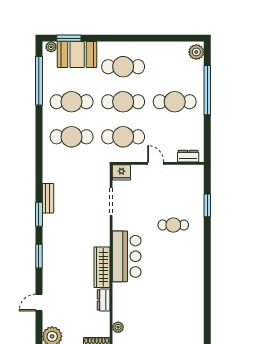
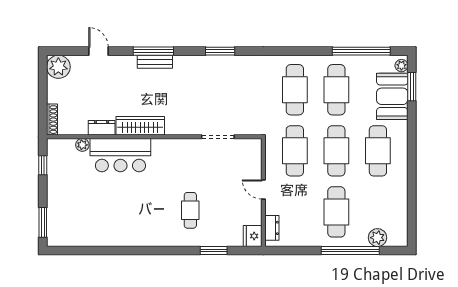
plant: (196, 52) -> (377, 238), moved
door: (156, 163) -> (263, 189), swing flipped
fridge: (121, 172) -> (253, 236), moved
bench: (48, 198) -> (155, 62), moved
window: (39, 214) -> (220, 51), moved
window: (39, 256) -> (153, 51), width x1.44
bar counter: (127, 256) -> (120, 155), moved
plant: (118, 327) -> (82, 145), moved

